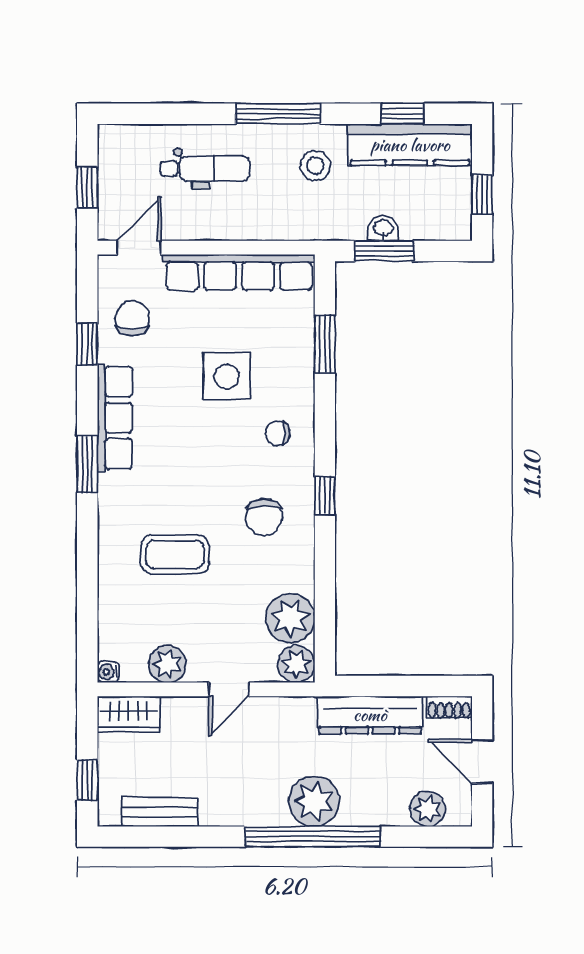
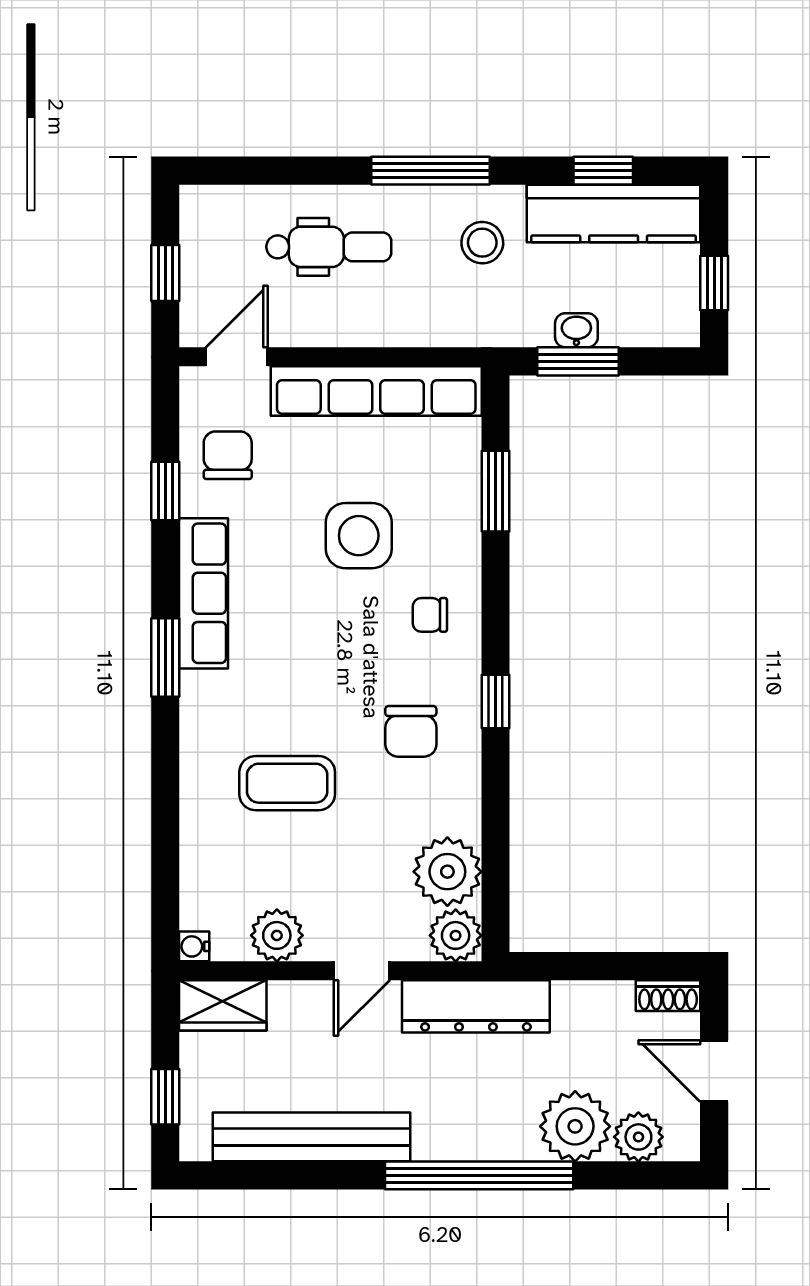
dresser: (370, 715) -> (476, 1006), moved
plant: (314, 801) -> (575, 1126), moved
bench: (160, 812) -> (311, 1137), width x1.86, depth x1.21

